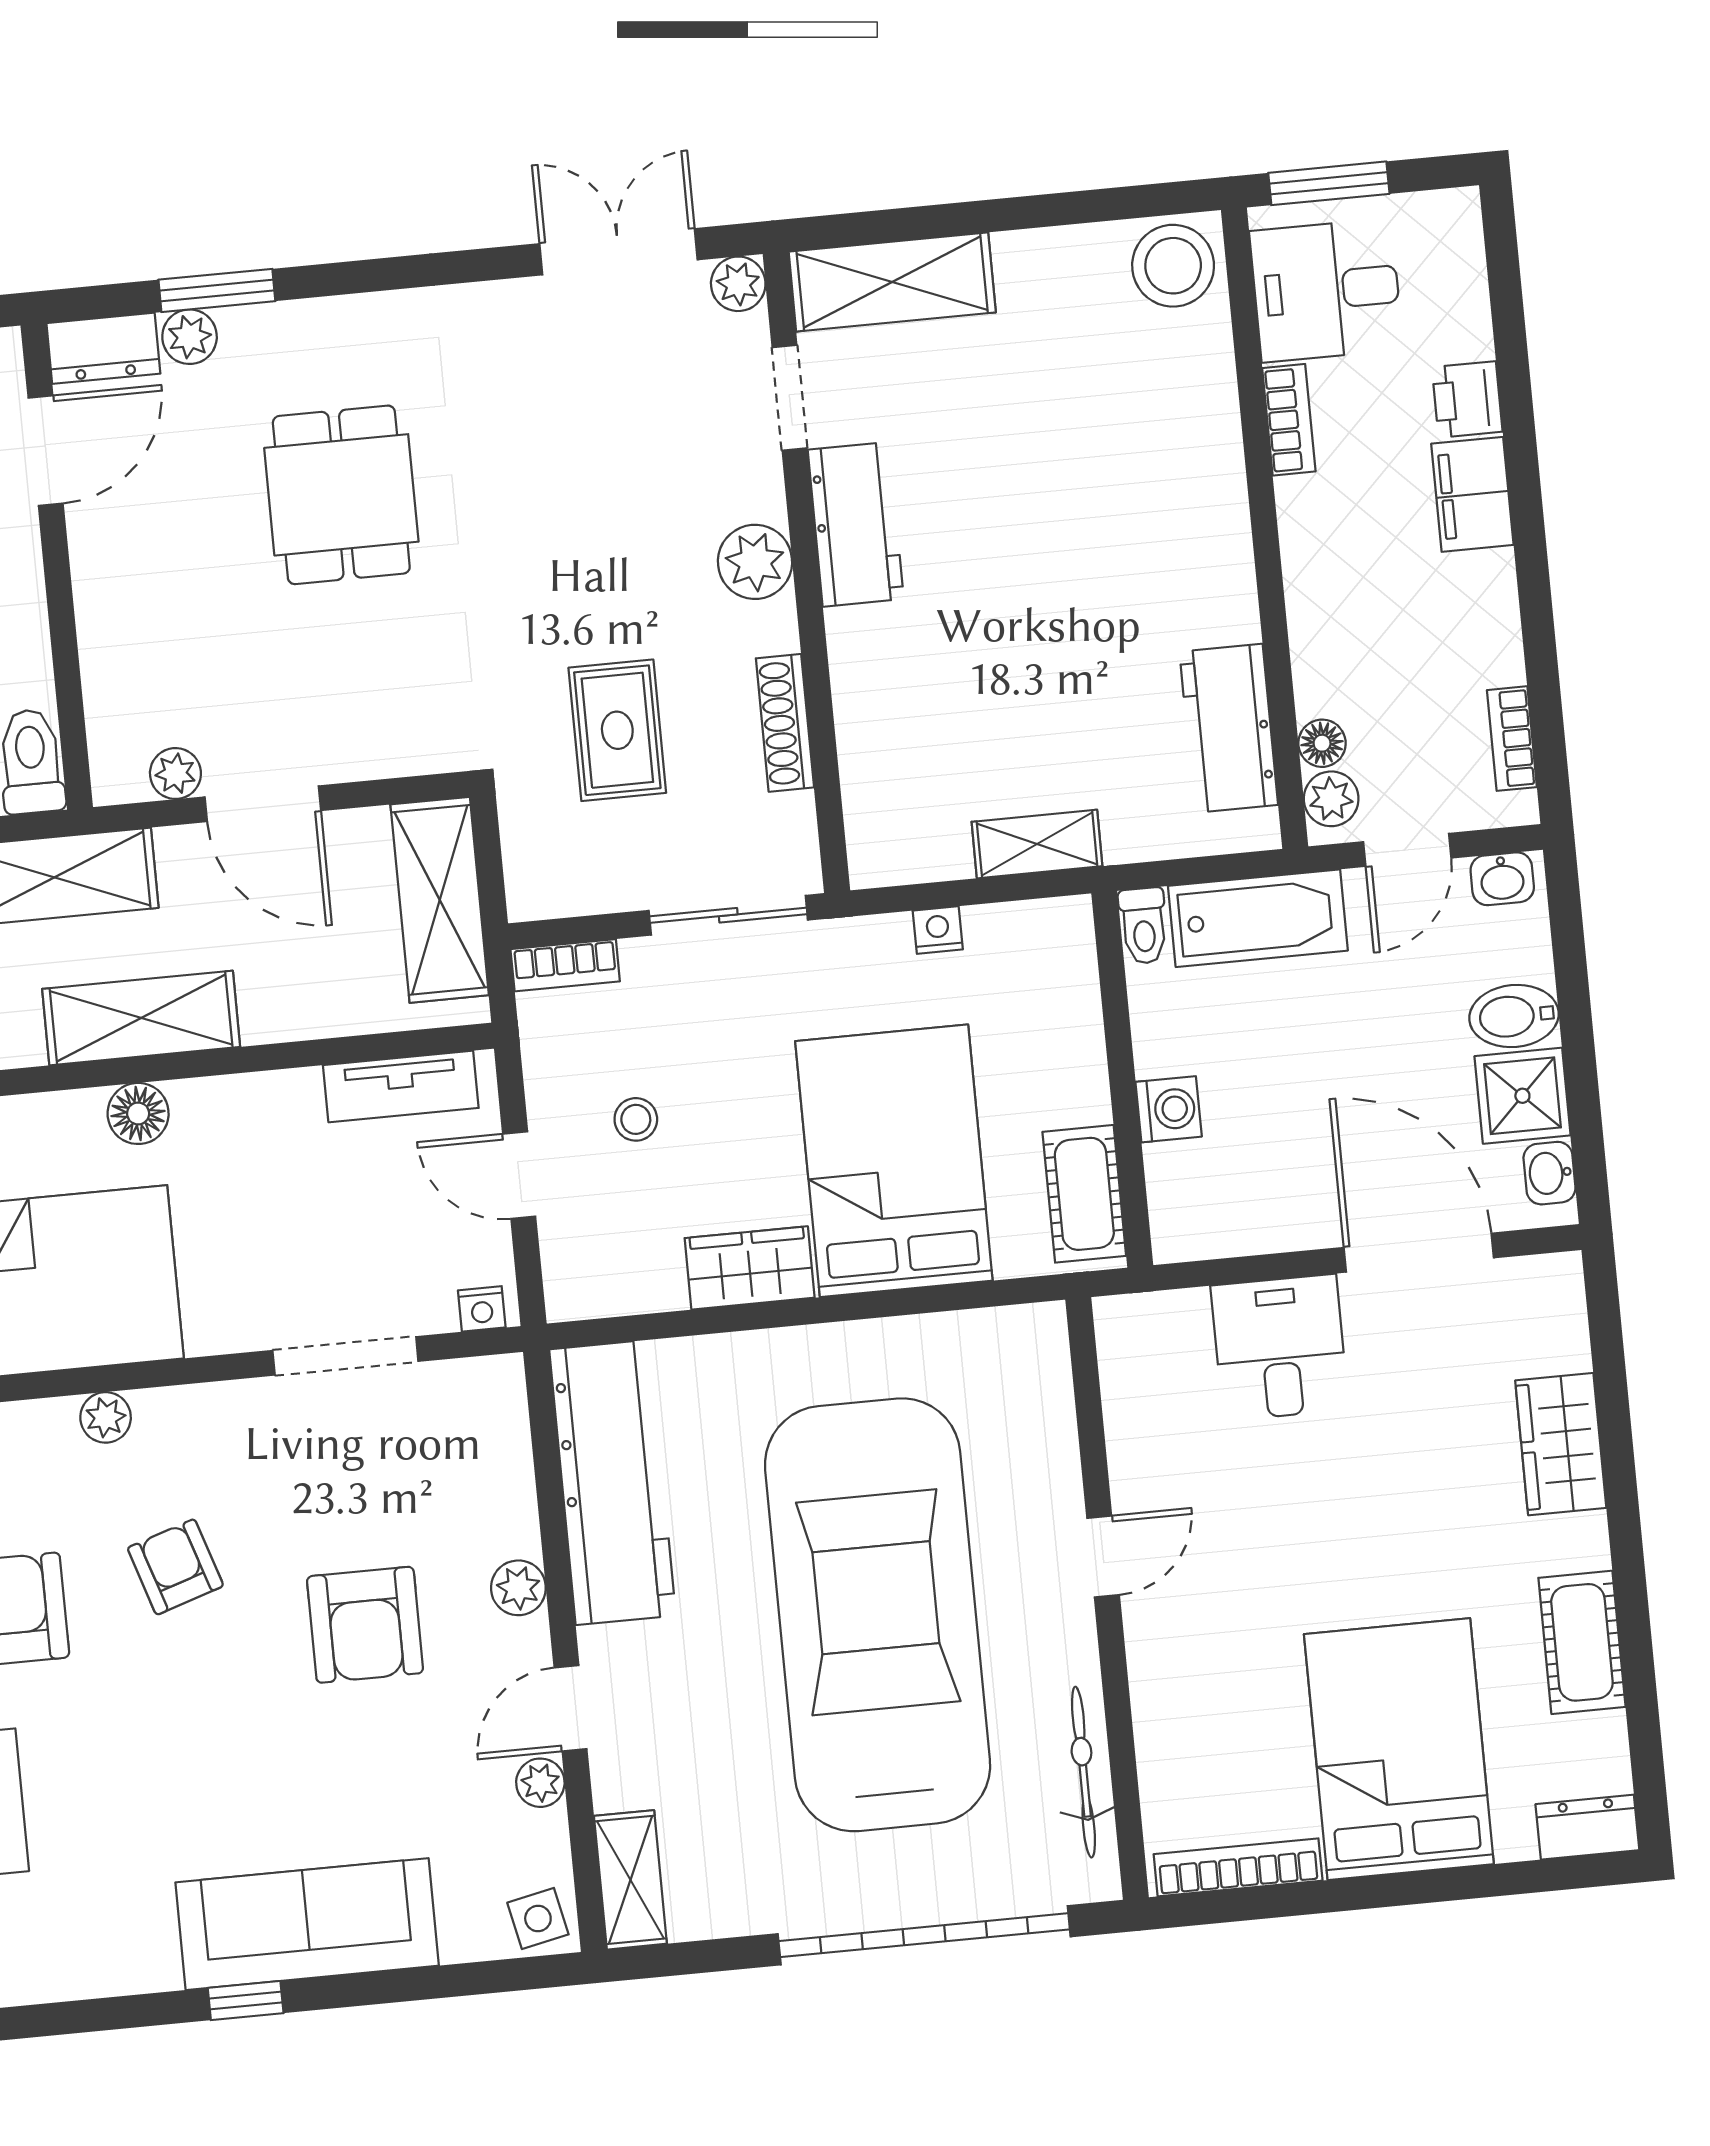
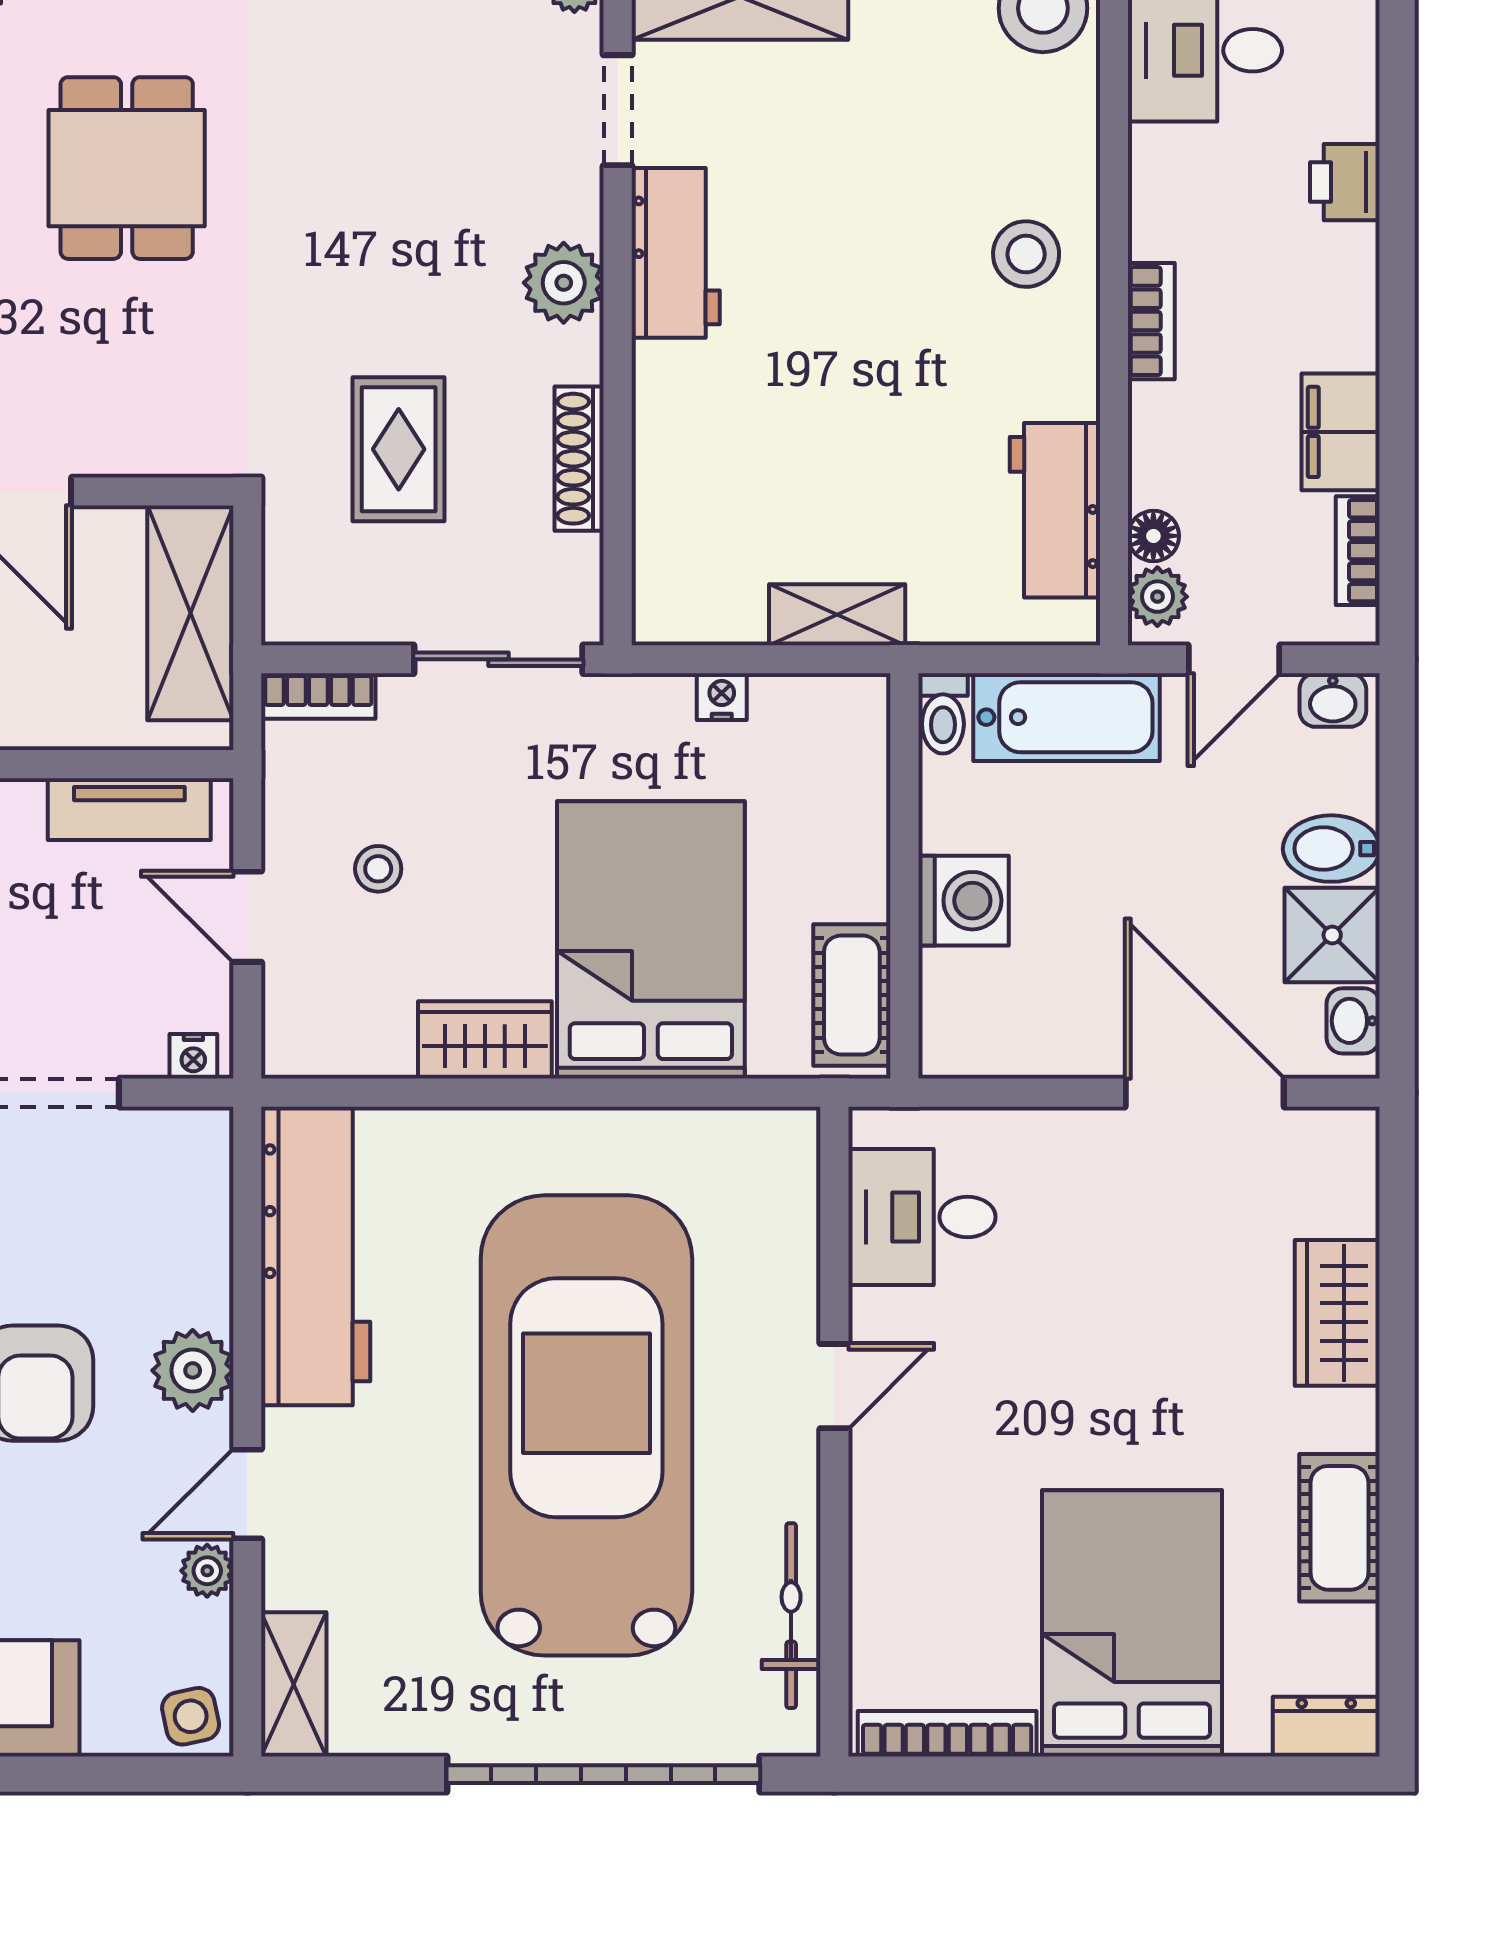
bookcase: (1289, 420) -> (1151, 321), moved
stool: (1179, 494) -> (1026, 254), added
filing cabinet: (1472, 494) -> (1341, 432), moved
washing machine: (1169, 1109) -> (963, 901), width x1.38, depth x1.38
desk: (1280, 1348) -> (922, 1217), moved, turned -90
plant: (518, 1588) -> (193, 1370), width x1.38, depth x1.38

